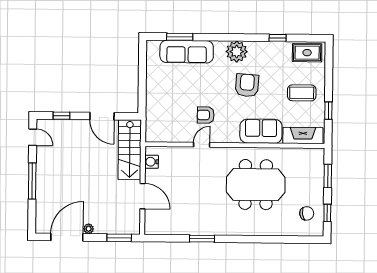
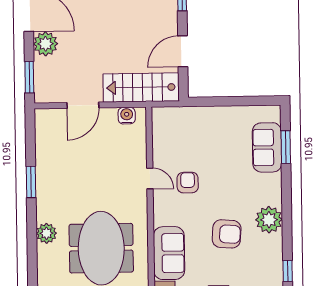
sofa: (187, 52) -> (267, 147), width x0.73
plant: (243, 227) -> (46, 233), added
plant: (89, 229) -> (45, 44), width x1.88, depth x1.88

